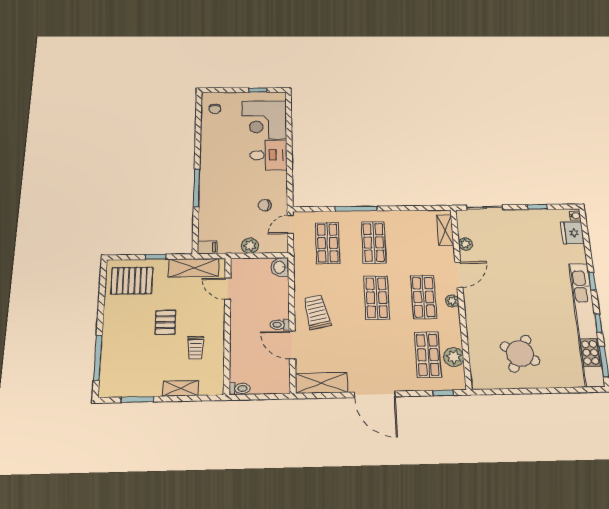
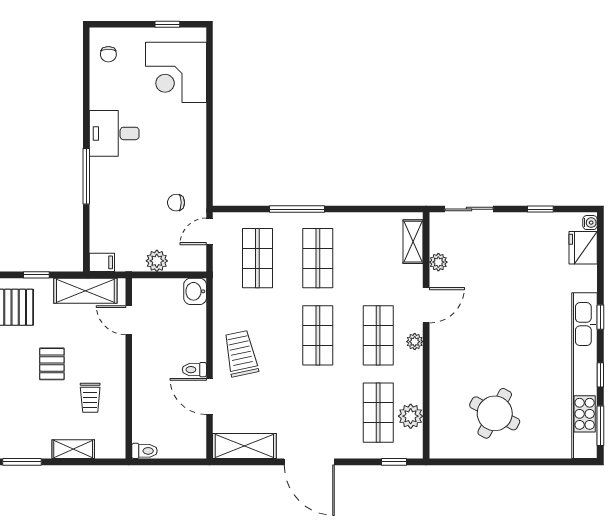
desk: (269, 155) -> (114, 133), moved, turned 180

